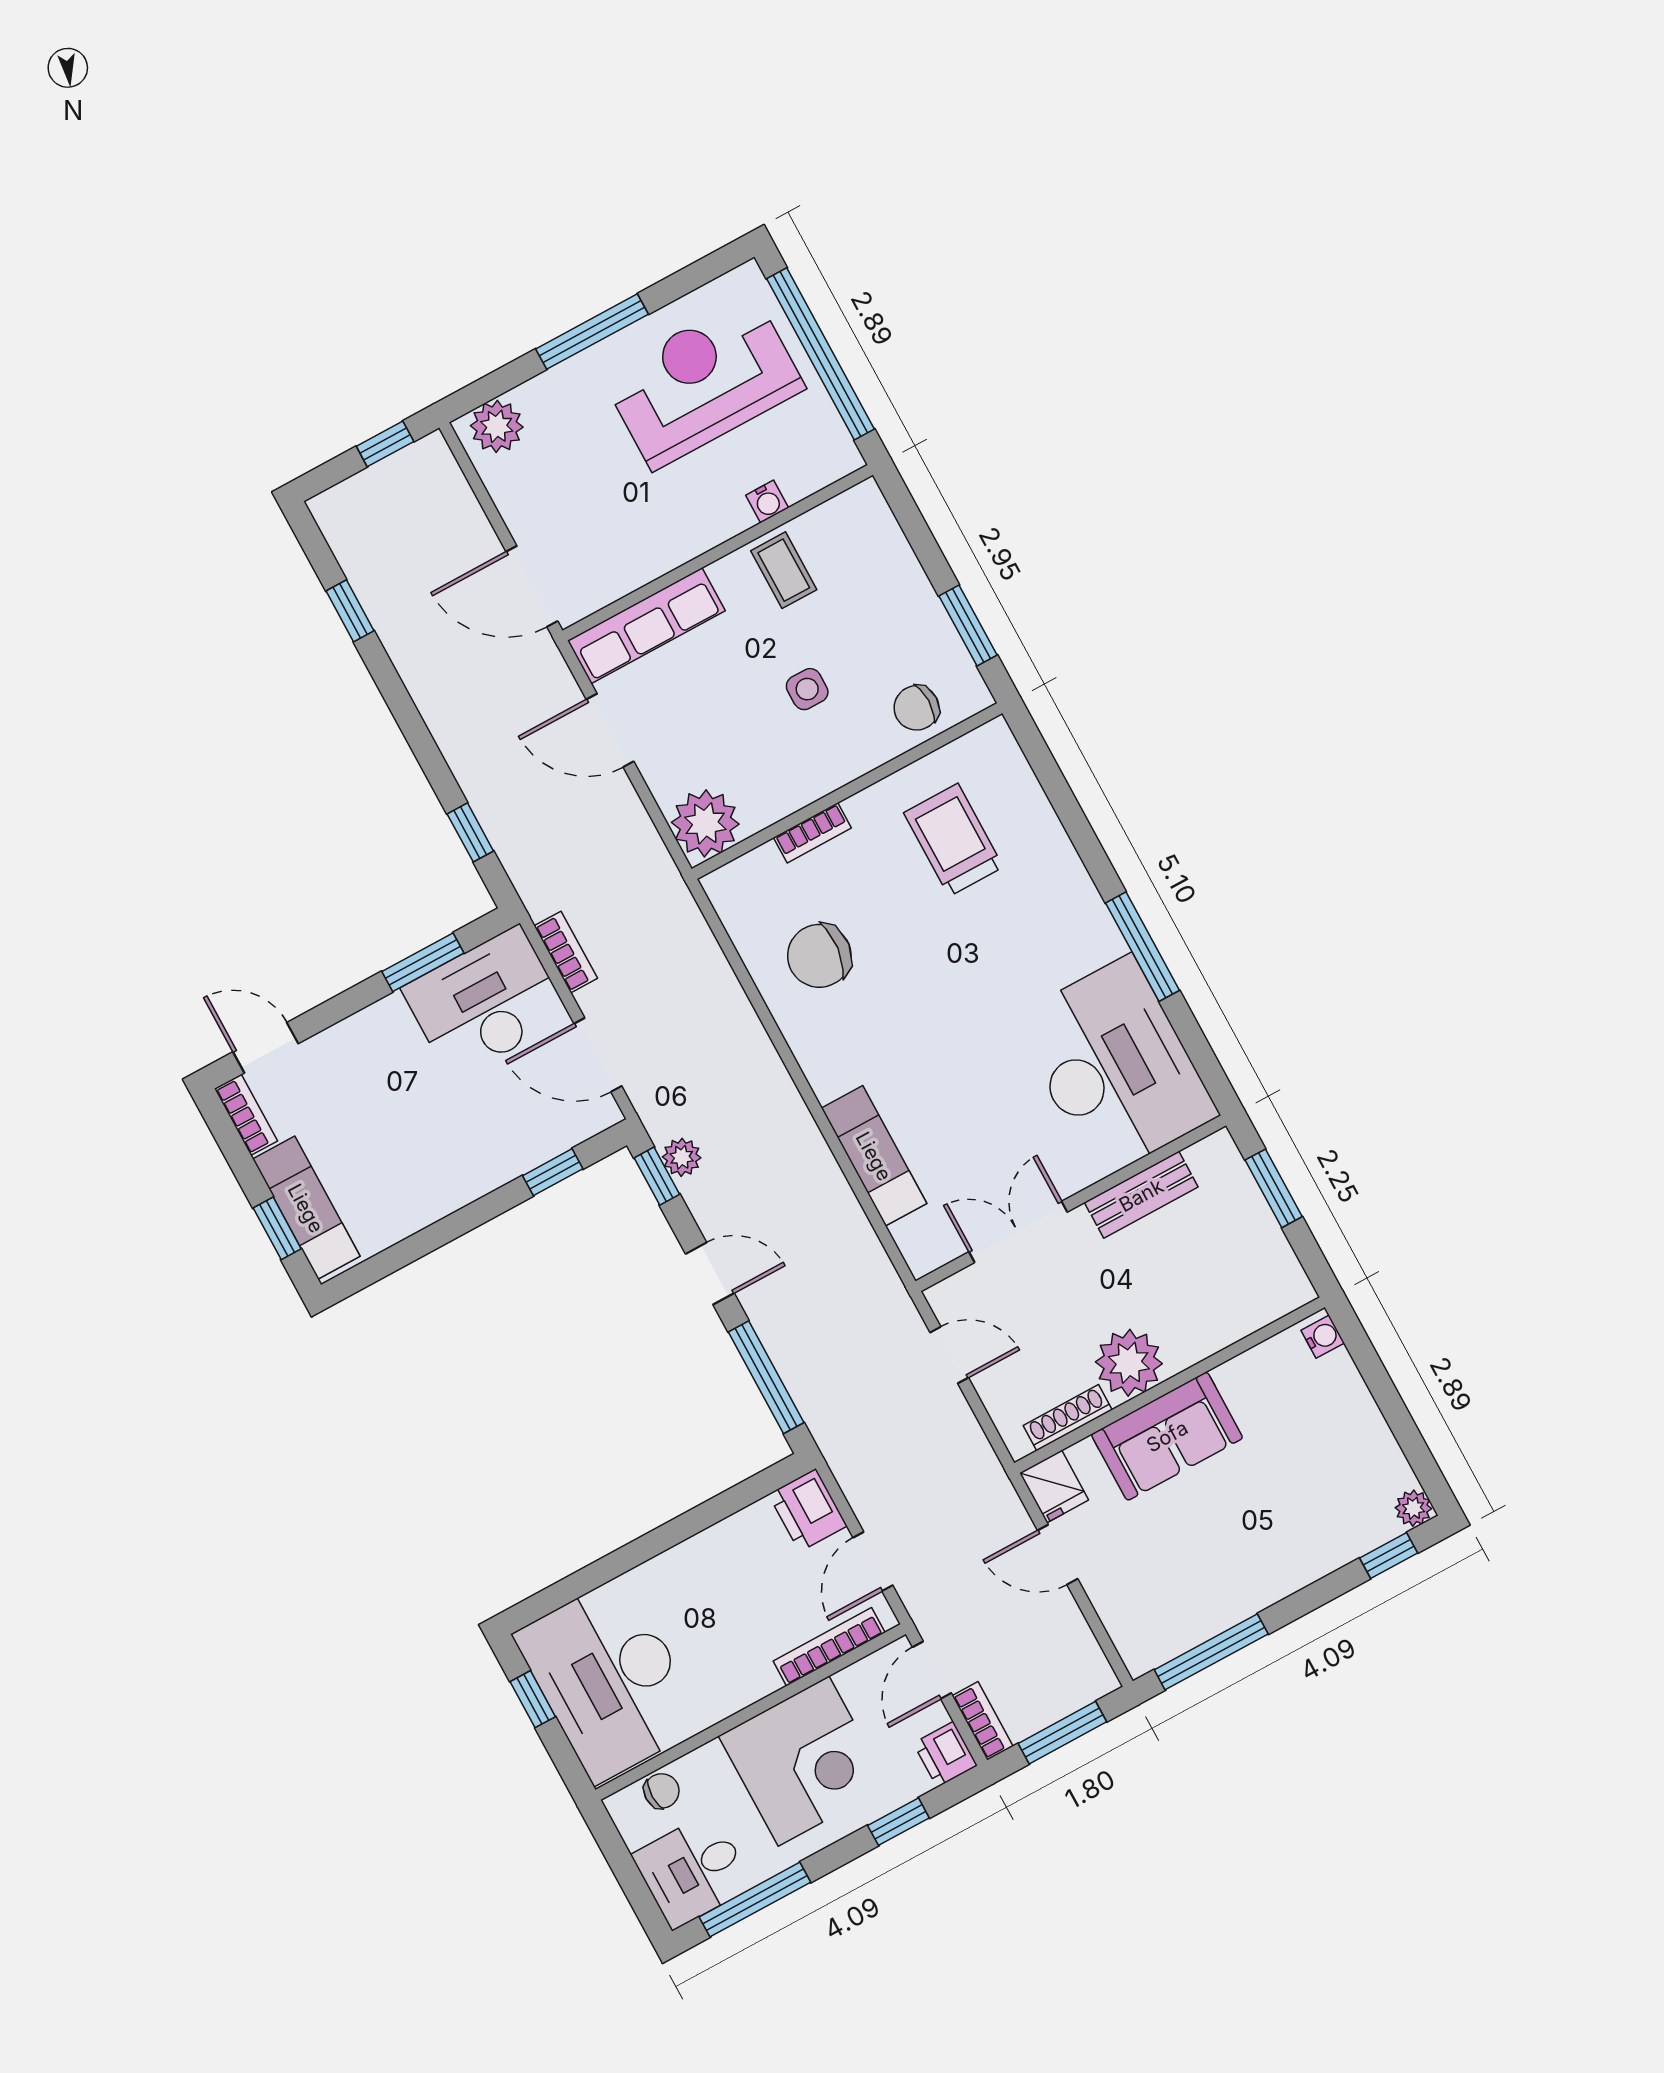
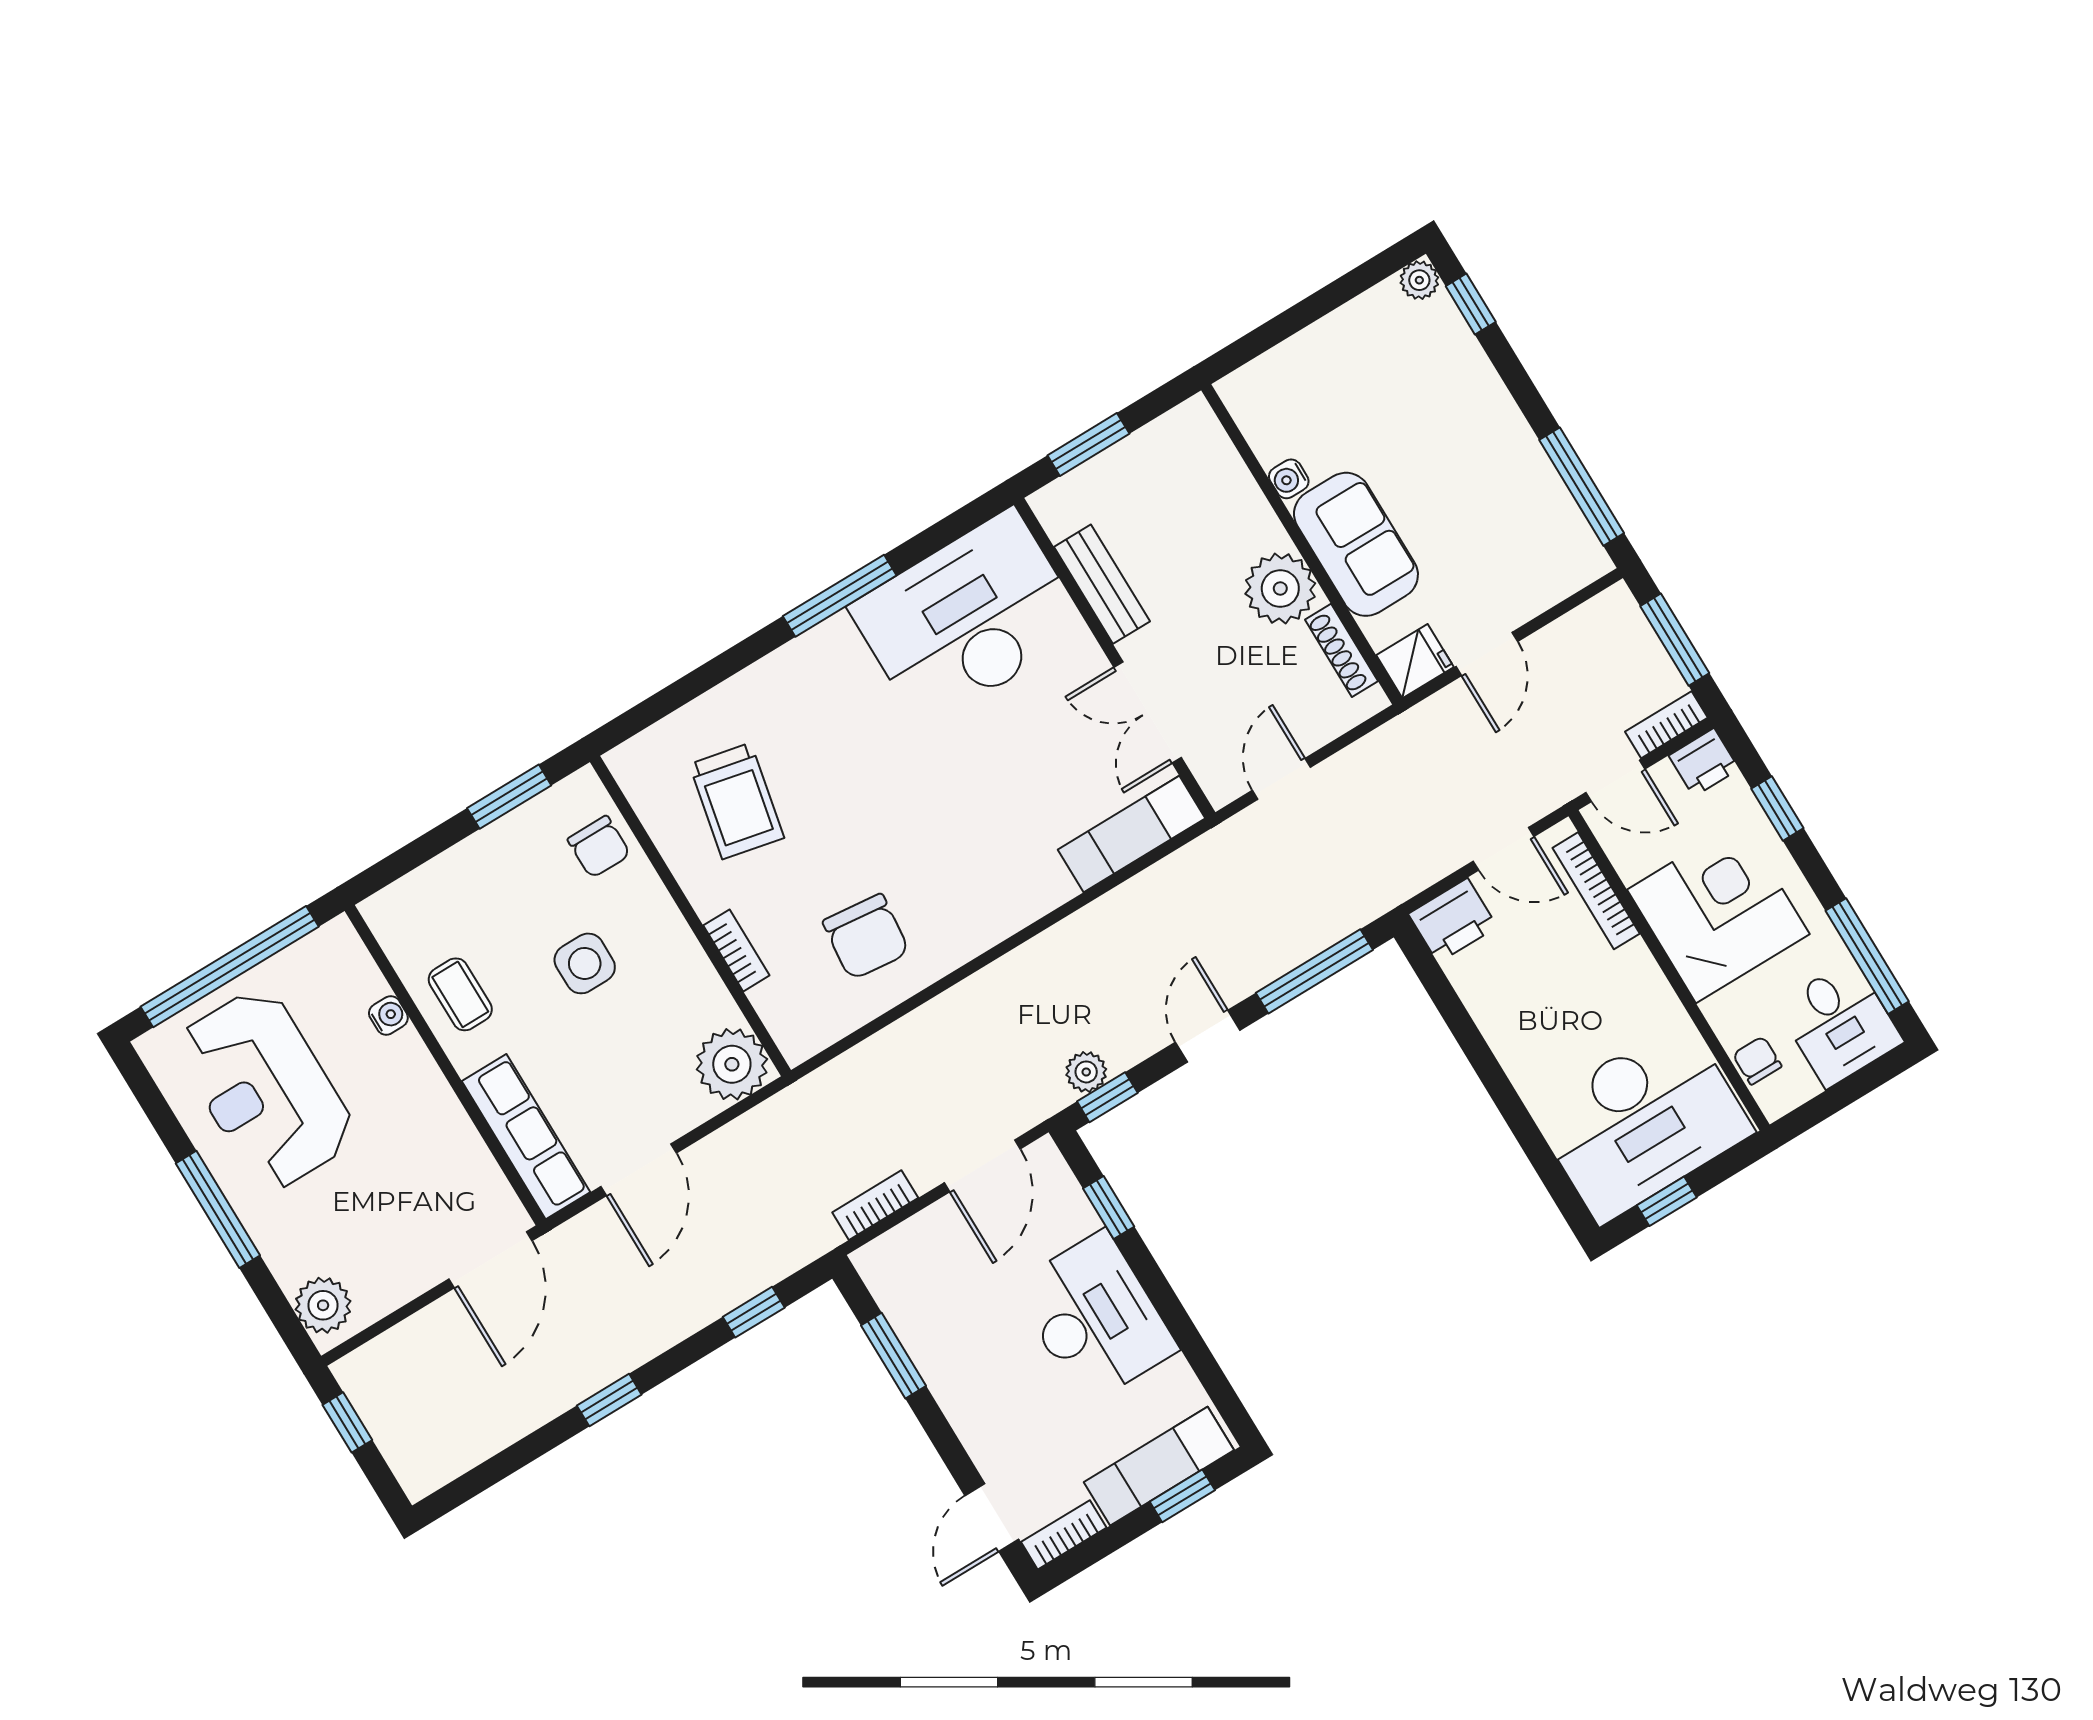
coffee table: (784, 570) -> (460, 994), turned 90
window: (350, 611) -> (609, 1400), moved
side table: (807, 689) -> (585, 963), width x1.37, depth x1.37
trolley: (953, 840) -> (737, 801), turned -78
desk: (485, 1003) -> (1095, 1318), moved, turned 180
exam couch: (874, 1156) -> (1131, 834), moved
water cooler: (1323, 1337) -> (1289, 479), moved, turned -90

